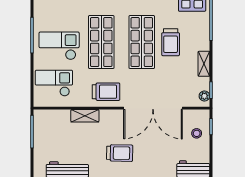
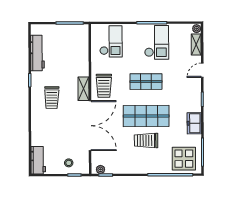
shop shelf: (101, 42) -> (146, 82), width x0.70, depth x0.74
checkout: (59, 46) -> (157, 42), moved
shelving: (204, 64) -> (128, 169), removed
double door: (153, 108) -> (90, 126), swing flipped
shelving: (85, 116) -> (83, 89), moved

